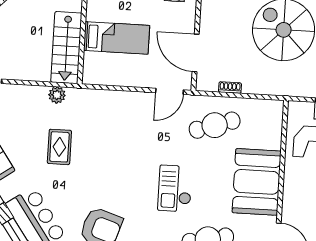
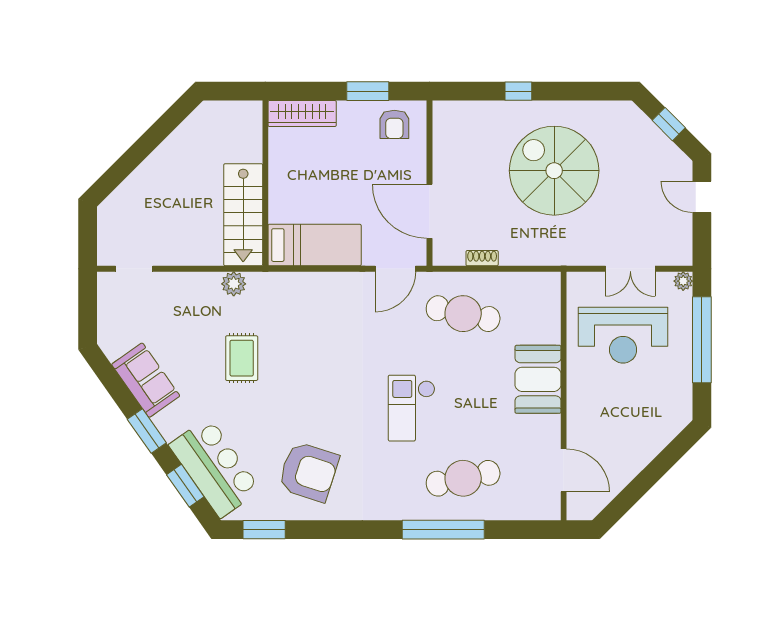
bed: (117, 38) -> (315, 245), moved
cafe table: (215, 125) -> (463, 314), turned 30
booth: (257, 182) -> (538, 379), width x0.73, depth x0.70

